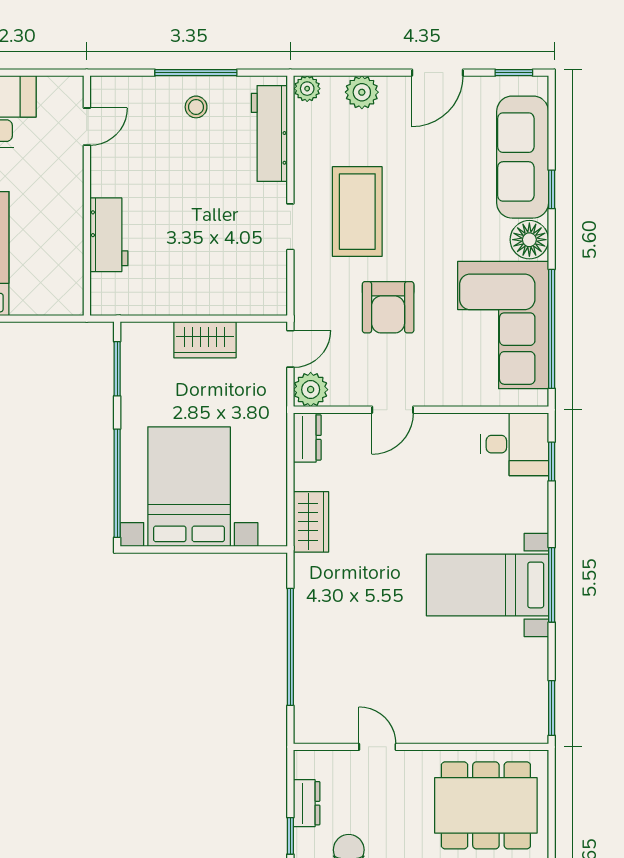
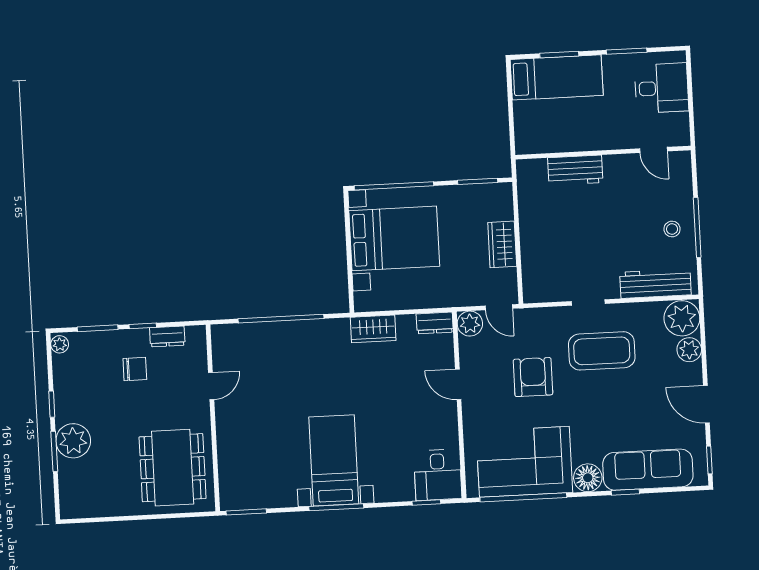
plant: (307, 89) -> (682, 318), width x1.88, depth x1.88
armchair: (388, 307) -> (533, 377), turned 90

